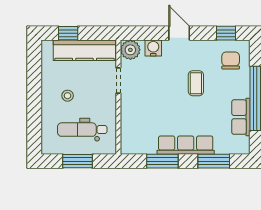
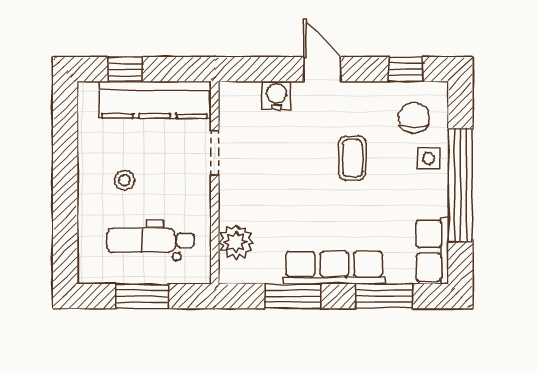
plant: (130, 50) -> (236, 242), moved
side table: (239, 83) -> (429, 158), added
row of seats: (241, 117) -> (432, 251), moved

